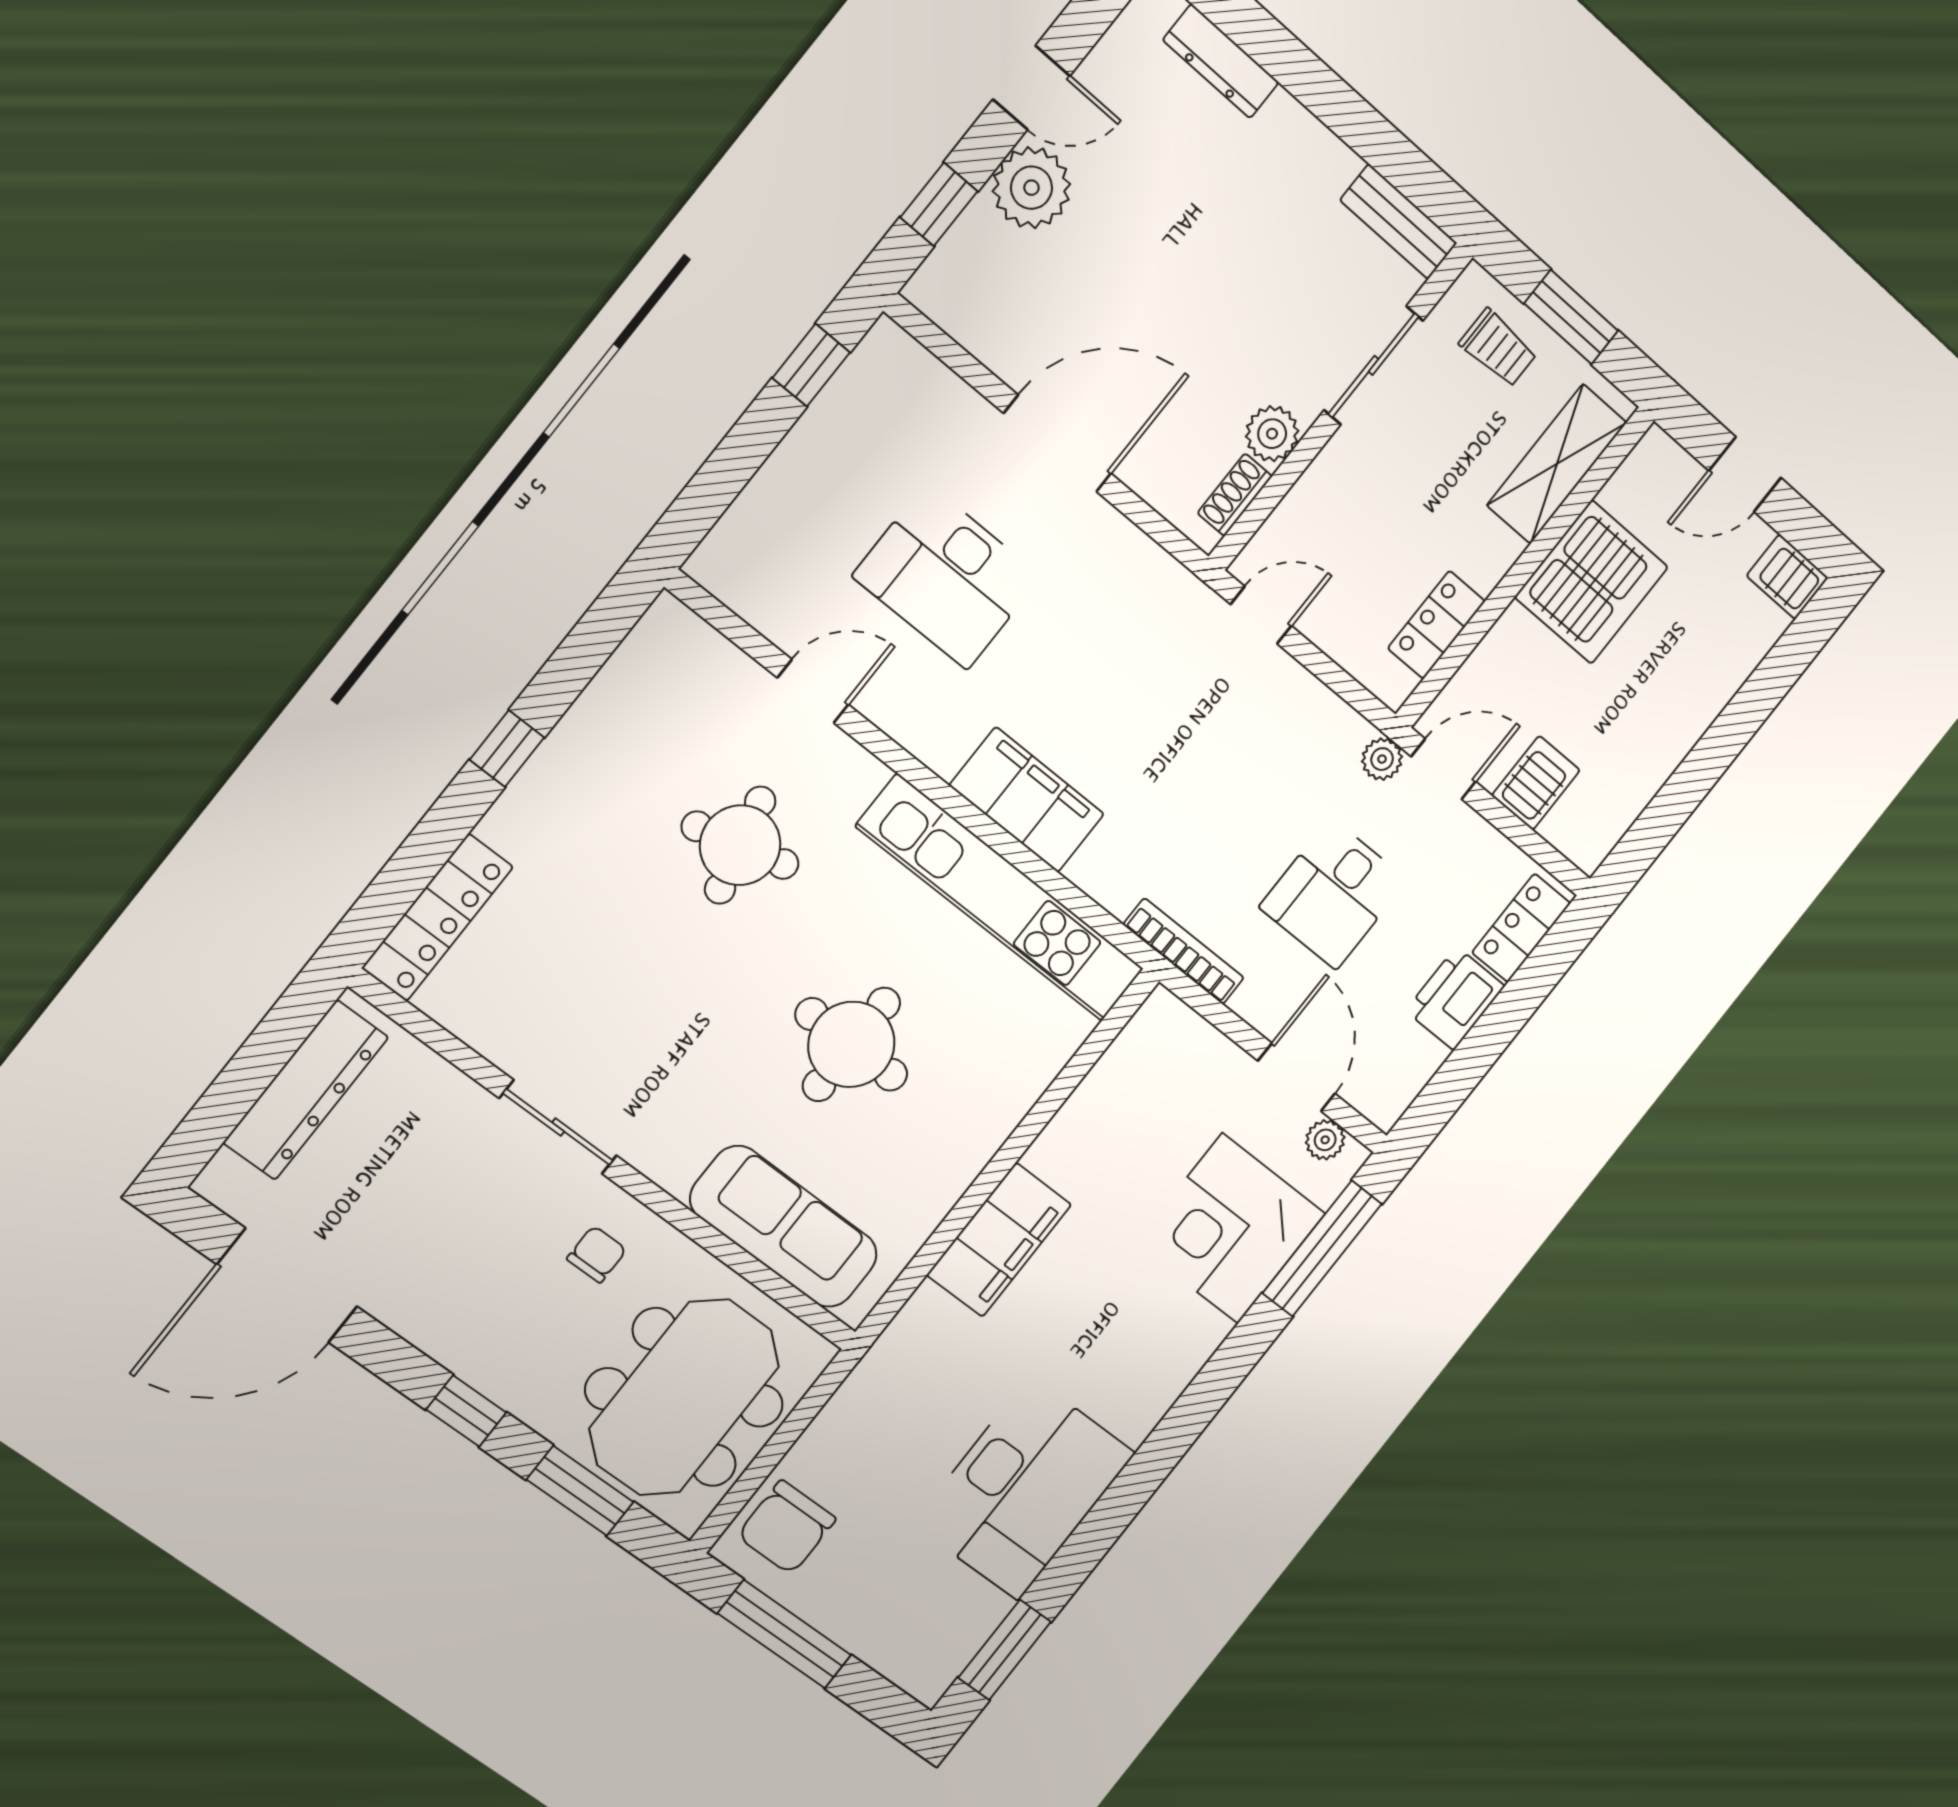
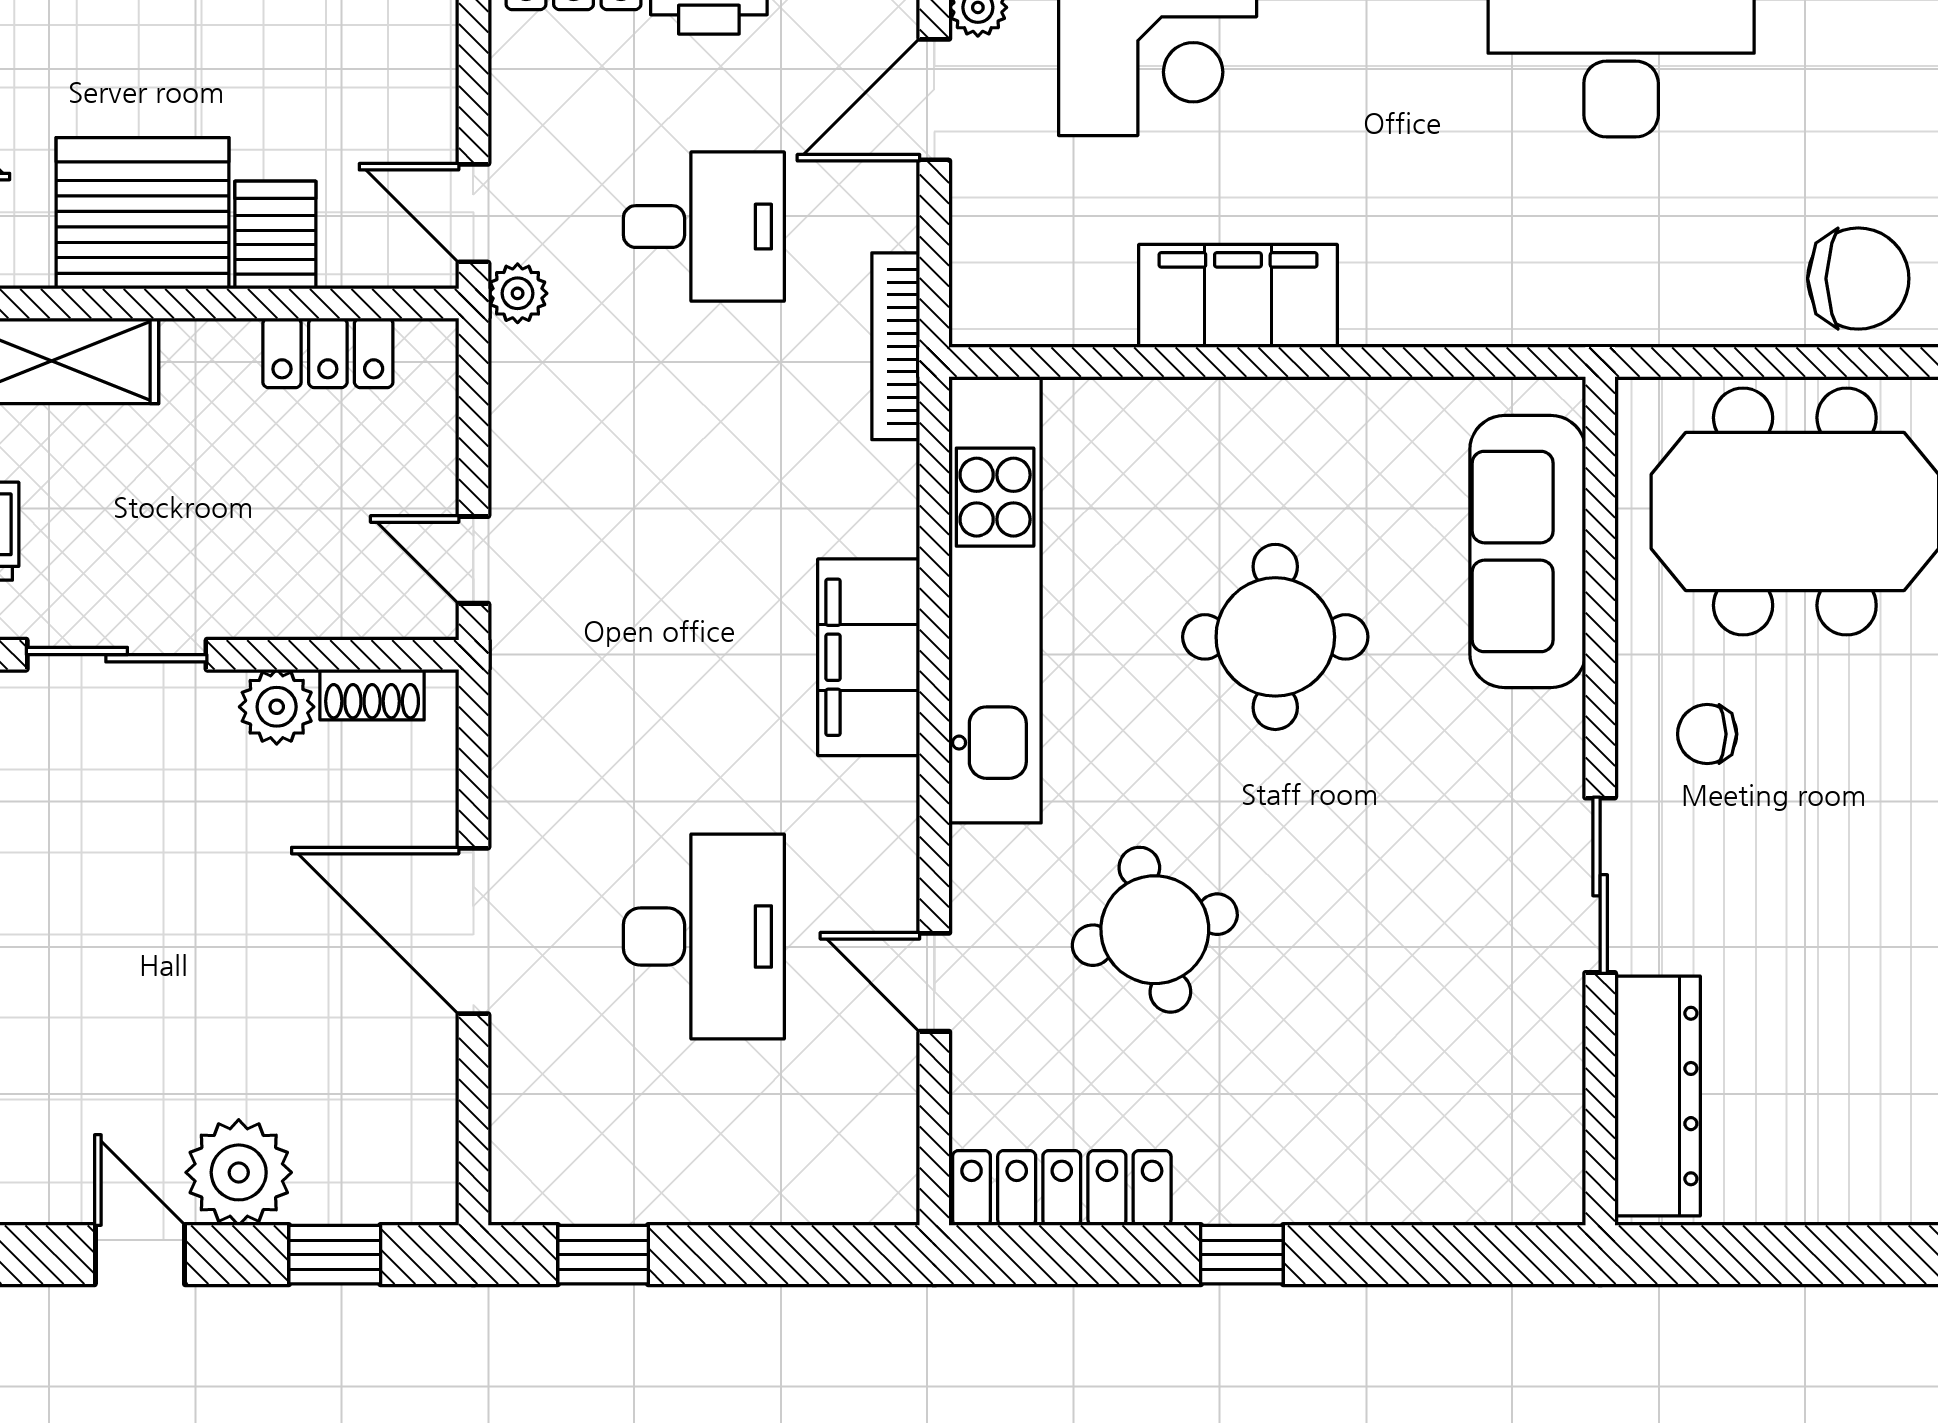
server rack: (1536, 783) -> (275, 235), moved, turned 90
locker: (437, 917) -> (1062, 1188), moved
dresser: (306, 1090) -> (1658, 1096), moved, turned 90
filing cabinet: (999, 1240) -> (1238, 296), moved

